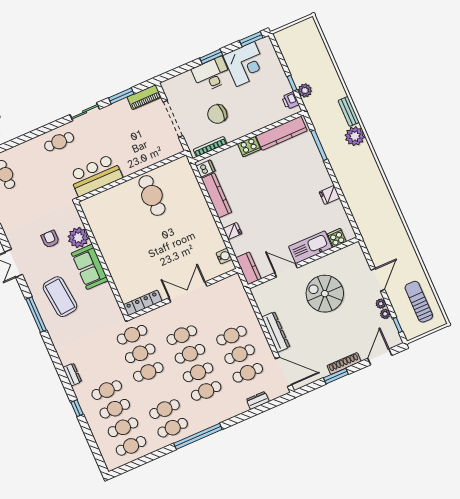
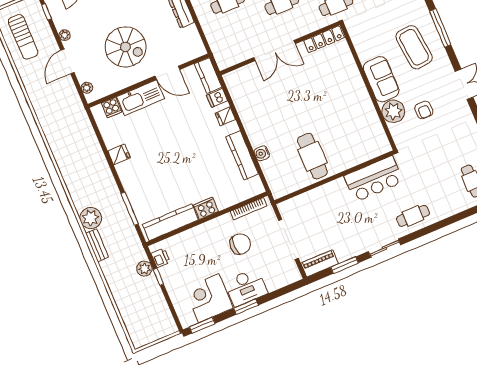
dishwasher: (206, 169) -> (217, 98), moved
water cooler: (224, 256) -> (262, 153), moved
plant: (385, 314) -> (87, 88), moved

